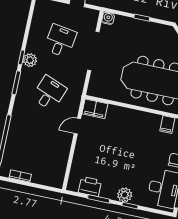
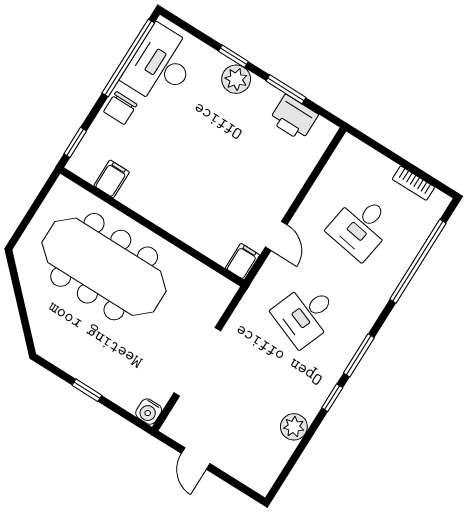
desk: (60, 41) -> (361, 227), moved
plant: (30, 60) -> (294, 427), moved
filing cabinet: (95, 109) -> (242, 262), width x0.50
door: (77, 126) -> (276, 236), hinge flipped

